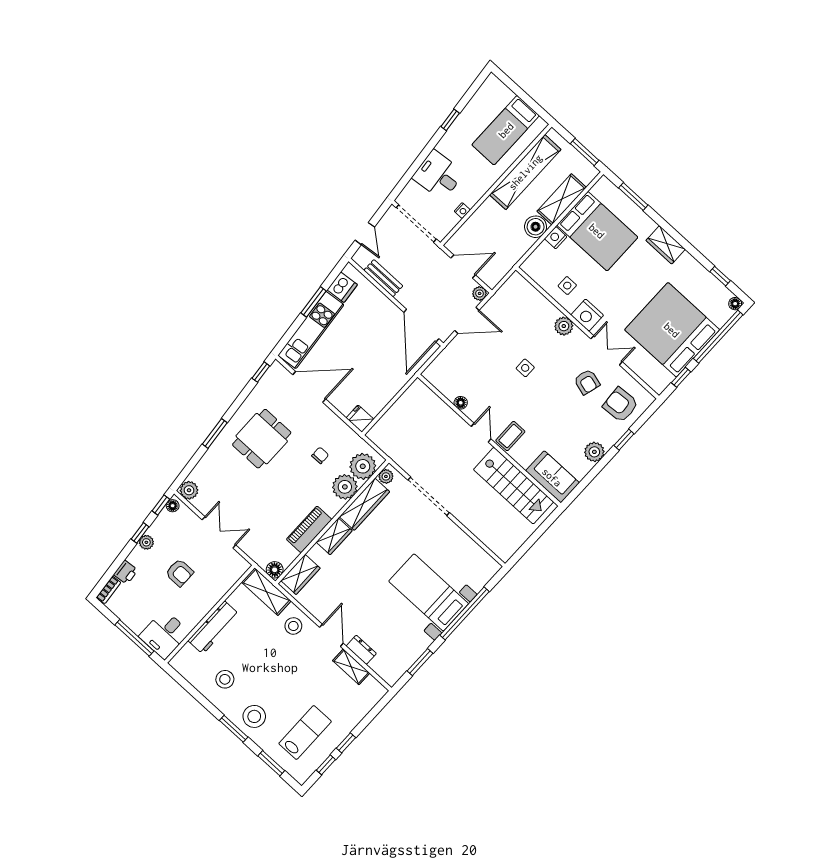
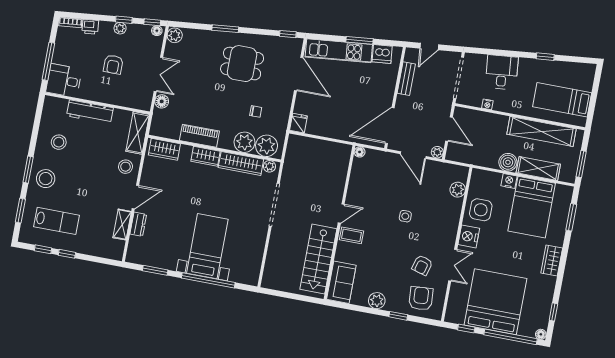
side table: (567, 286) -> (481, 210), width x1.87, depth x1.87
plant: (564, 326) -> (458, 190), moved
floor lamp: (461, 403) -> (360, 152), moved
floor lamp: (275, 570) -> (162, 101), moved

